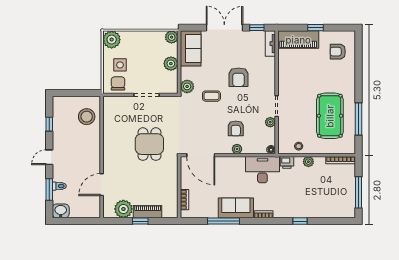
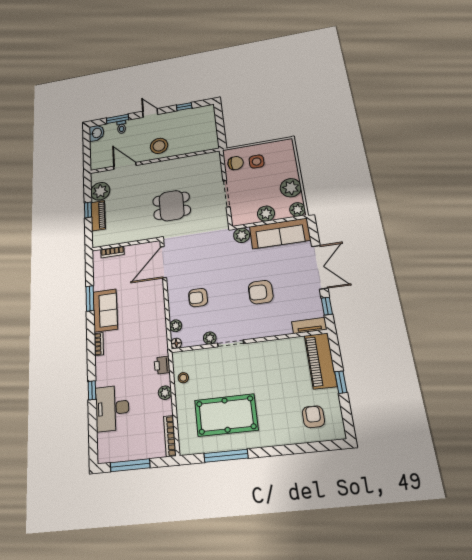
plant: (112, 40) -> (291, 188), moved
sofa: (191, 48) -> (280, 233), width x1.36
coffee table: (211, 96) -> (234, 264), removed
stool: (87, 117) -> (159, 146), moved
plant: (237, 149) -> (176, 326), moved
desk: (262, 170) -> (112, 408), moved, turned 180
window: (224, 221) -> (90, 298), width x0.69

